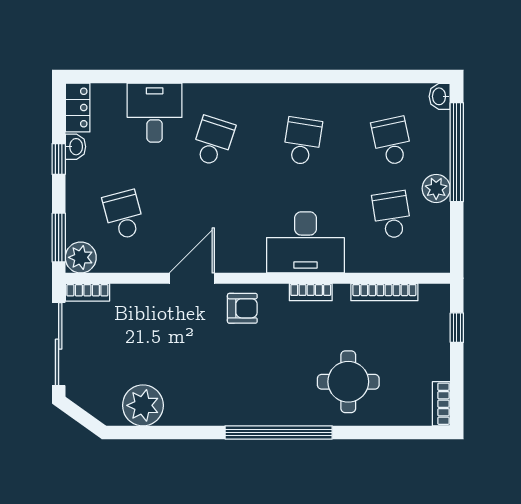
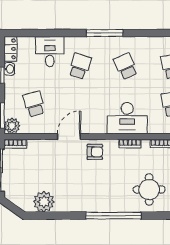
window: (262, 77) -> (105, 33), added
school desk: (302, 141) -> (126, 66), turned -33

